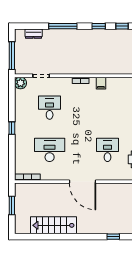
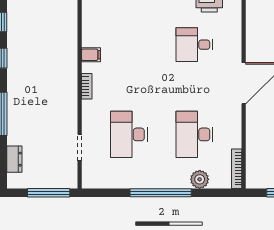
plant: (20, 83) -> (200, 179), moved
desk: (50, 108) -> (129, 134), width x1.37
window: (12, 128) -> (161, 193), width x3.17

